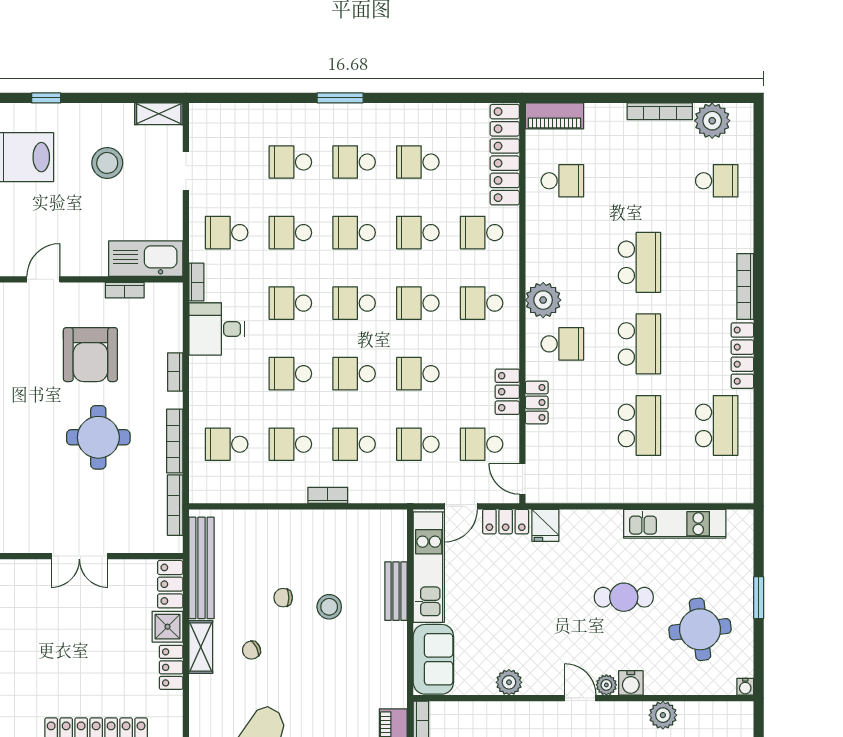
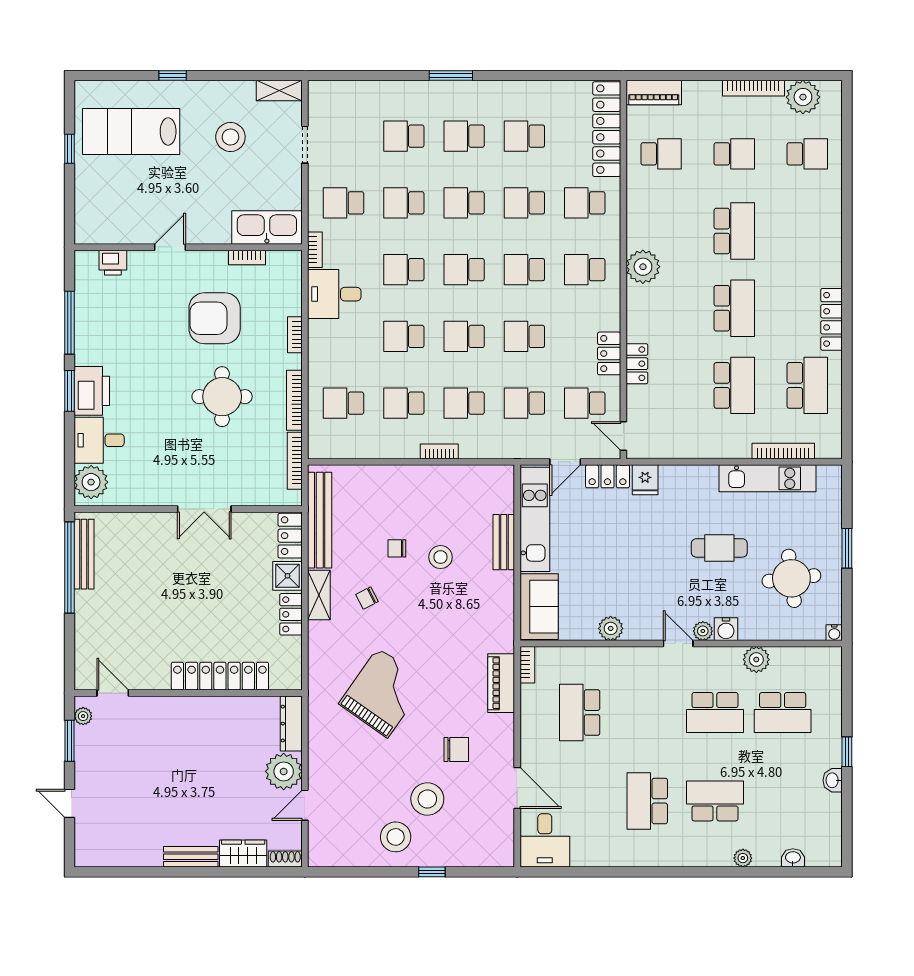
bookcase: (745, 286) -> (783, 451), moved, turned 90
school desk: (562, 344) -> (734, 154), moved
armchair: (90, 355) -> (215, 318), turned 90

